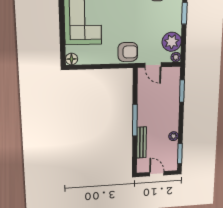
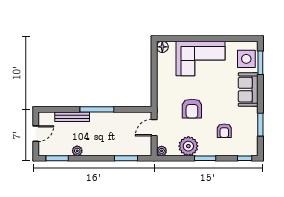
plant: (172, 42) -> (188, 146), moved
armchair: (128, 52) -> (192, 109), moved

